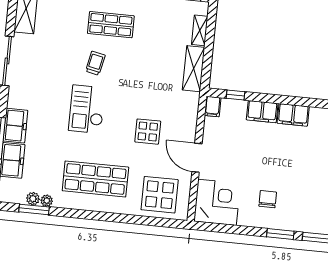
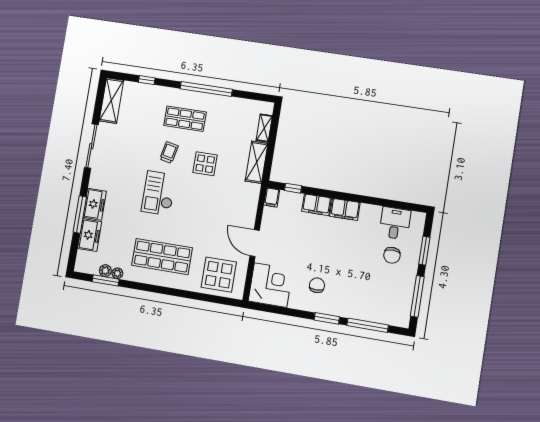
display table: (148, 132) -> (205, 164), moved

